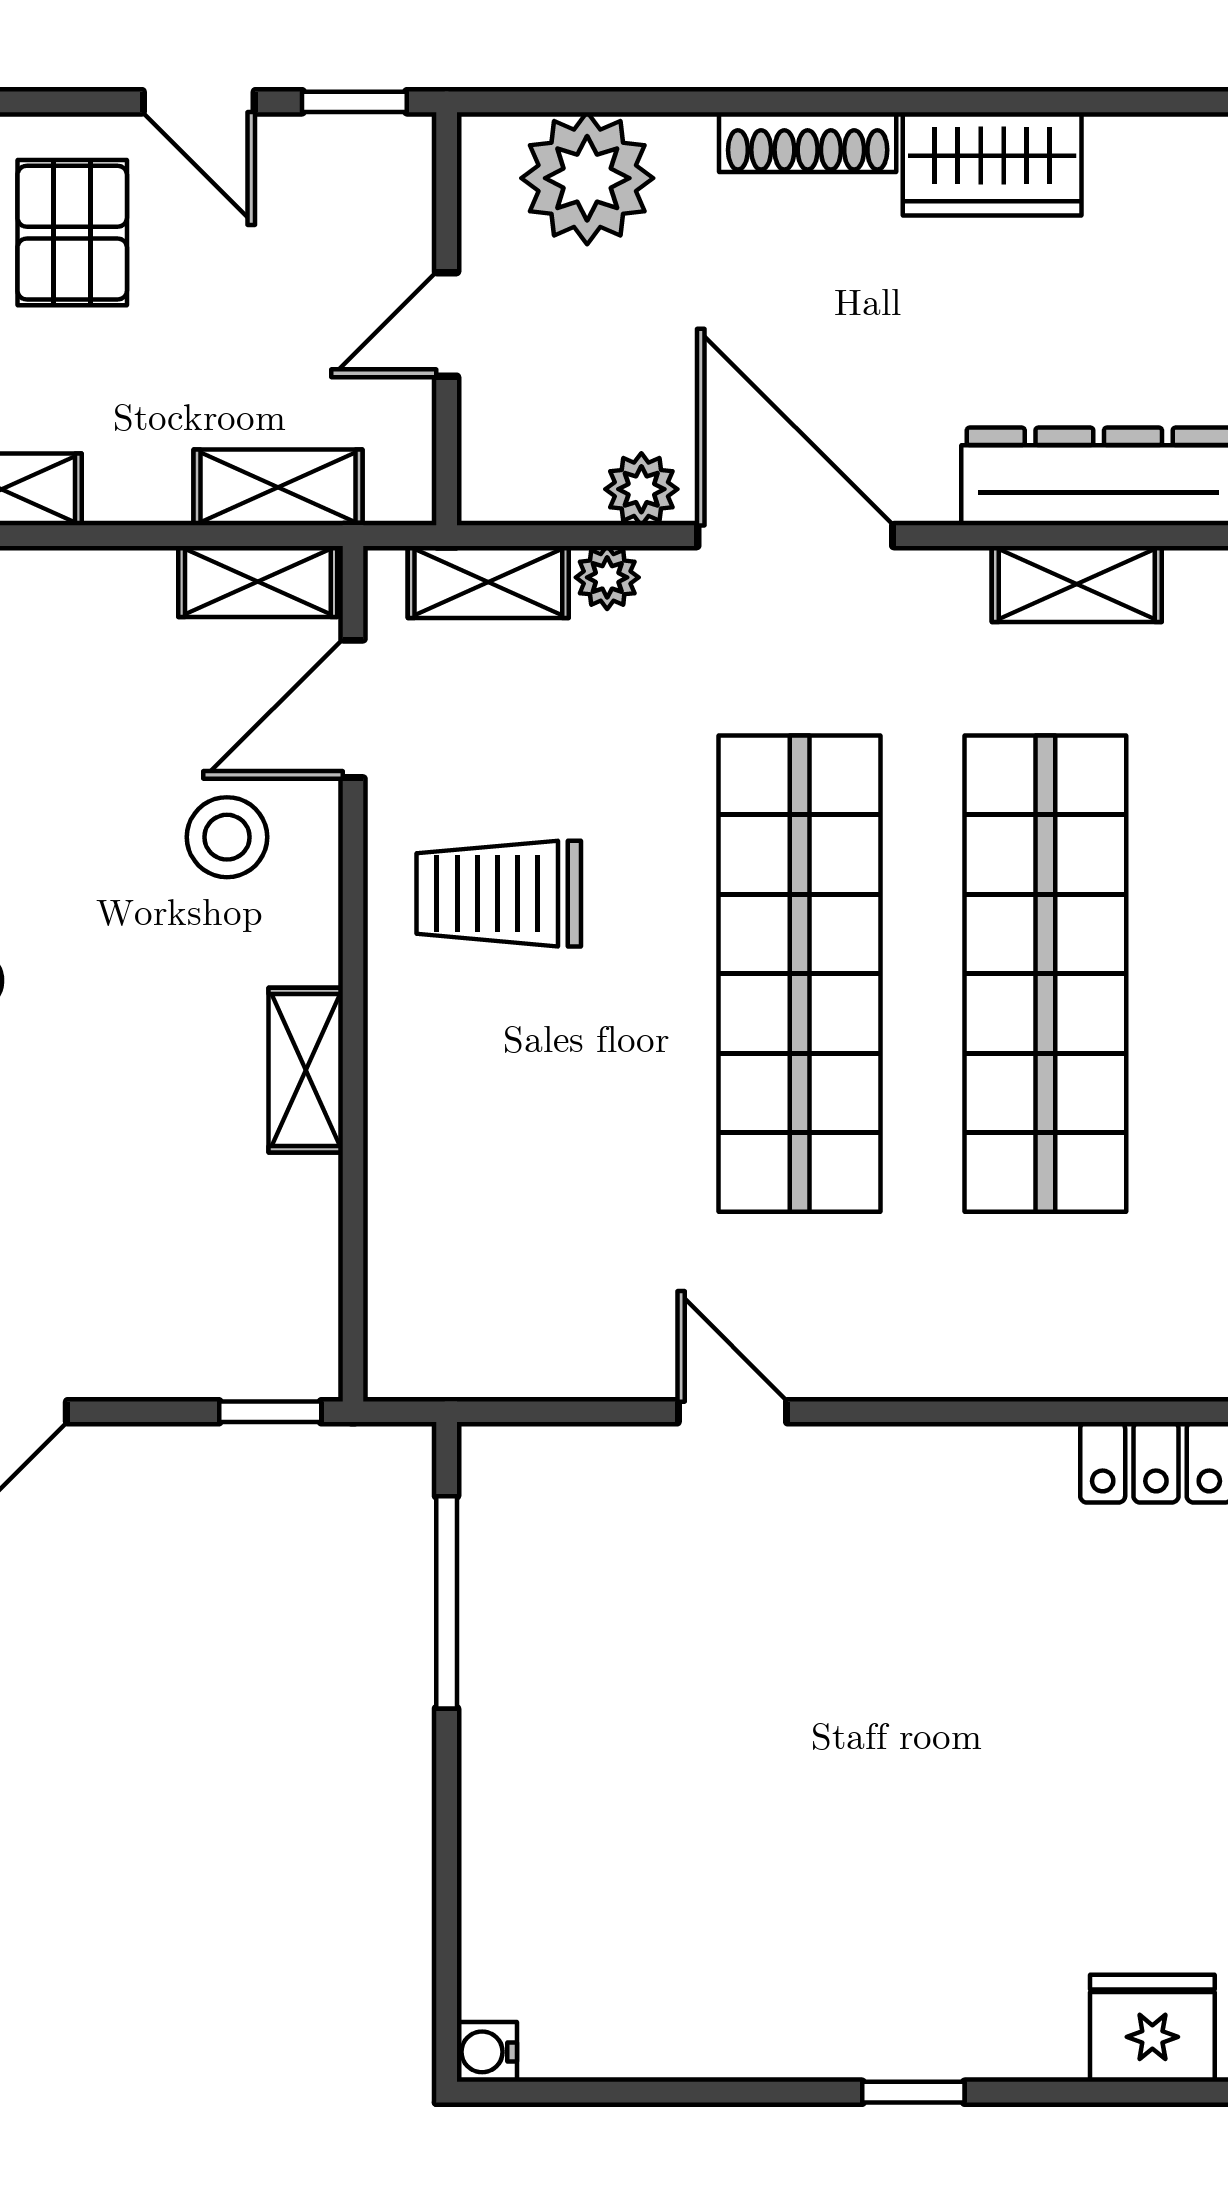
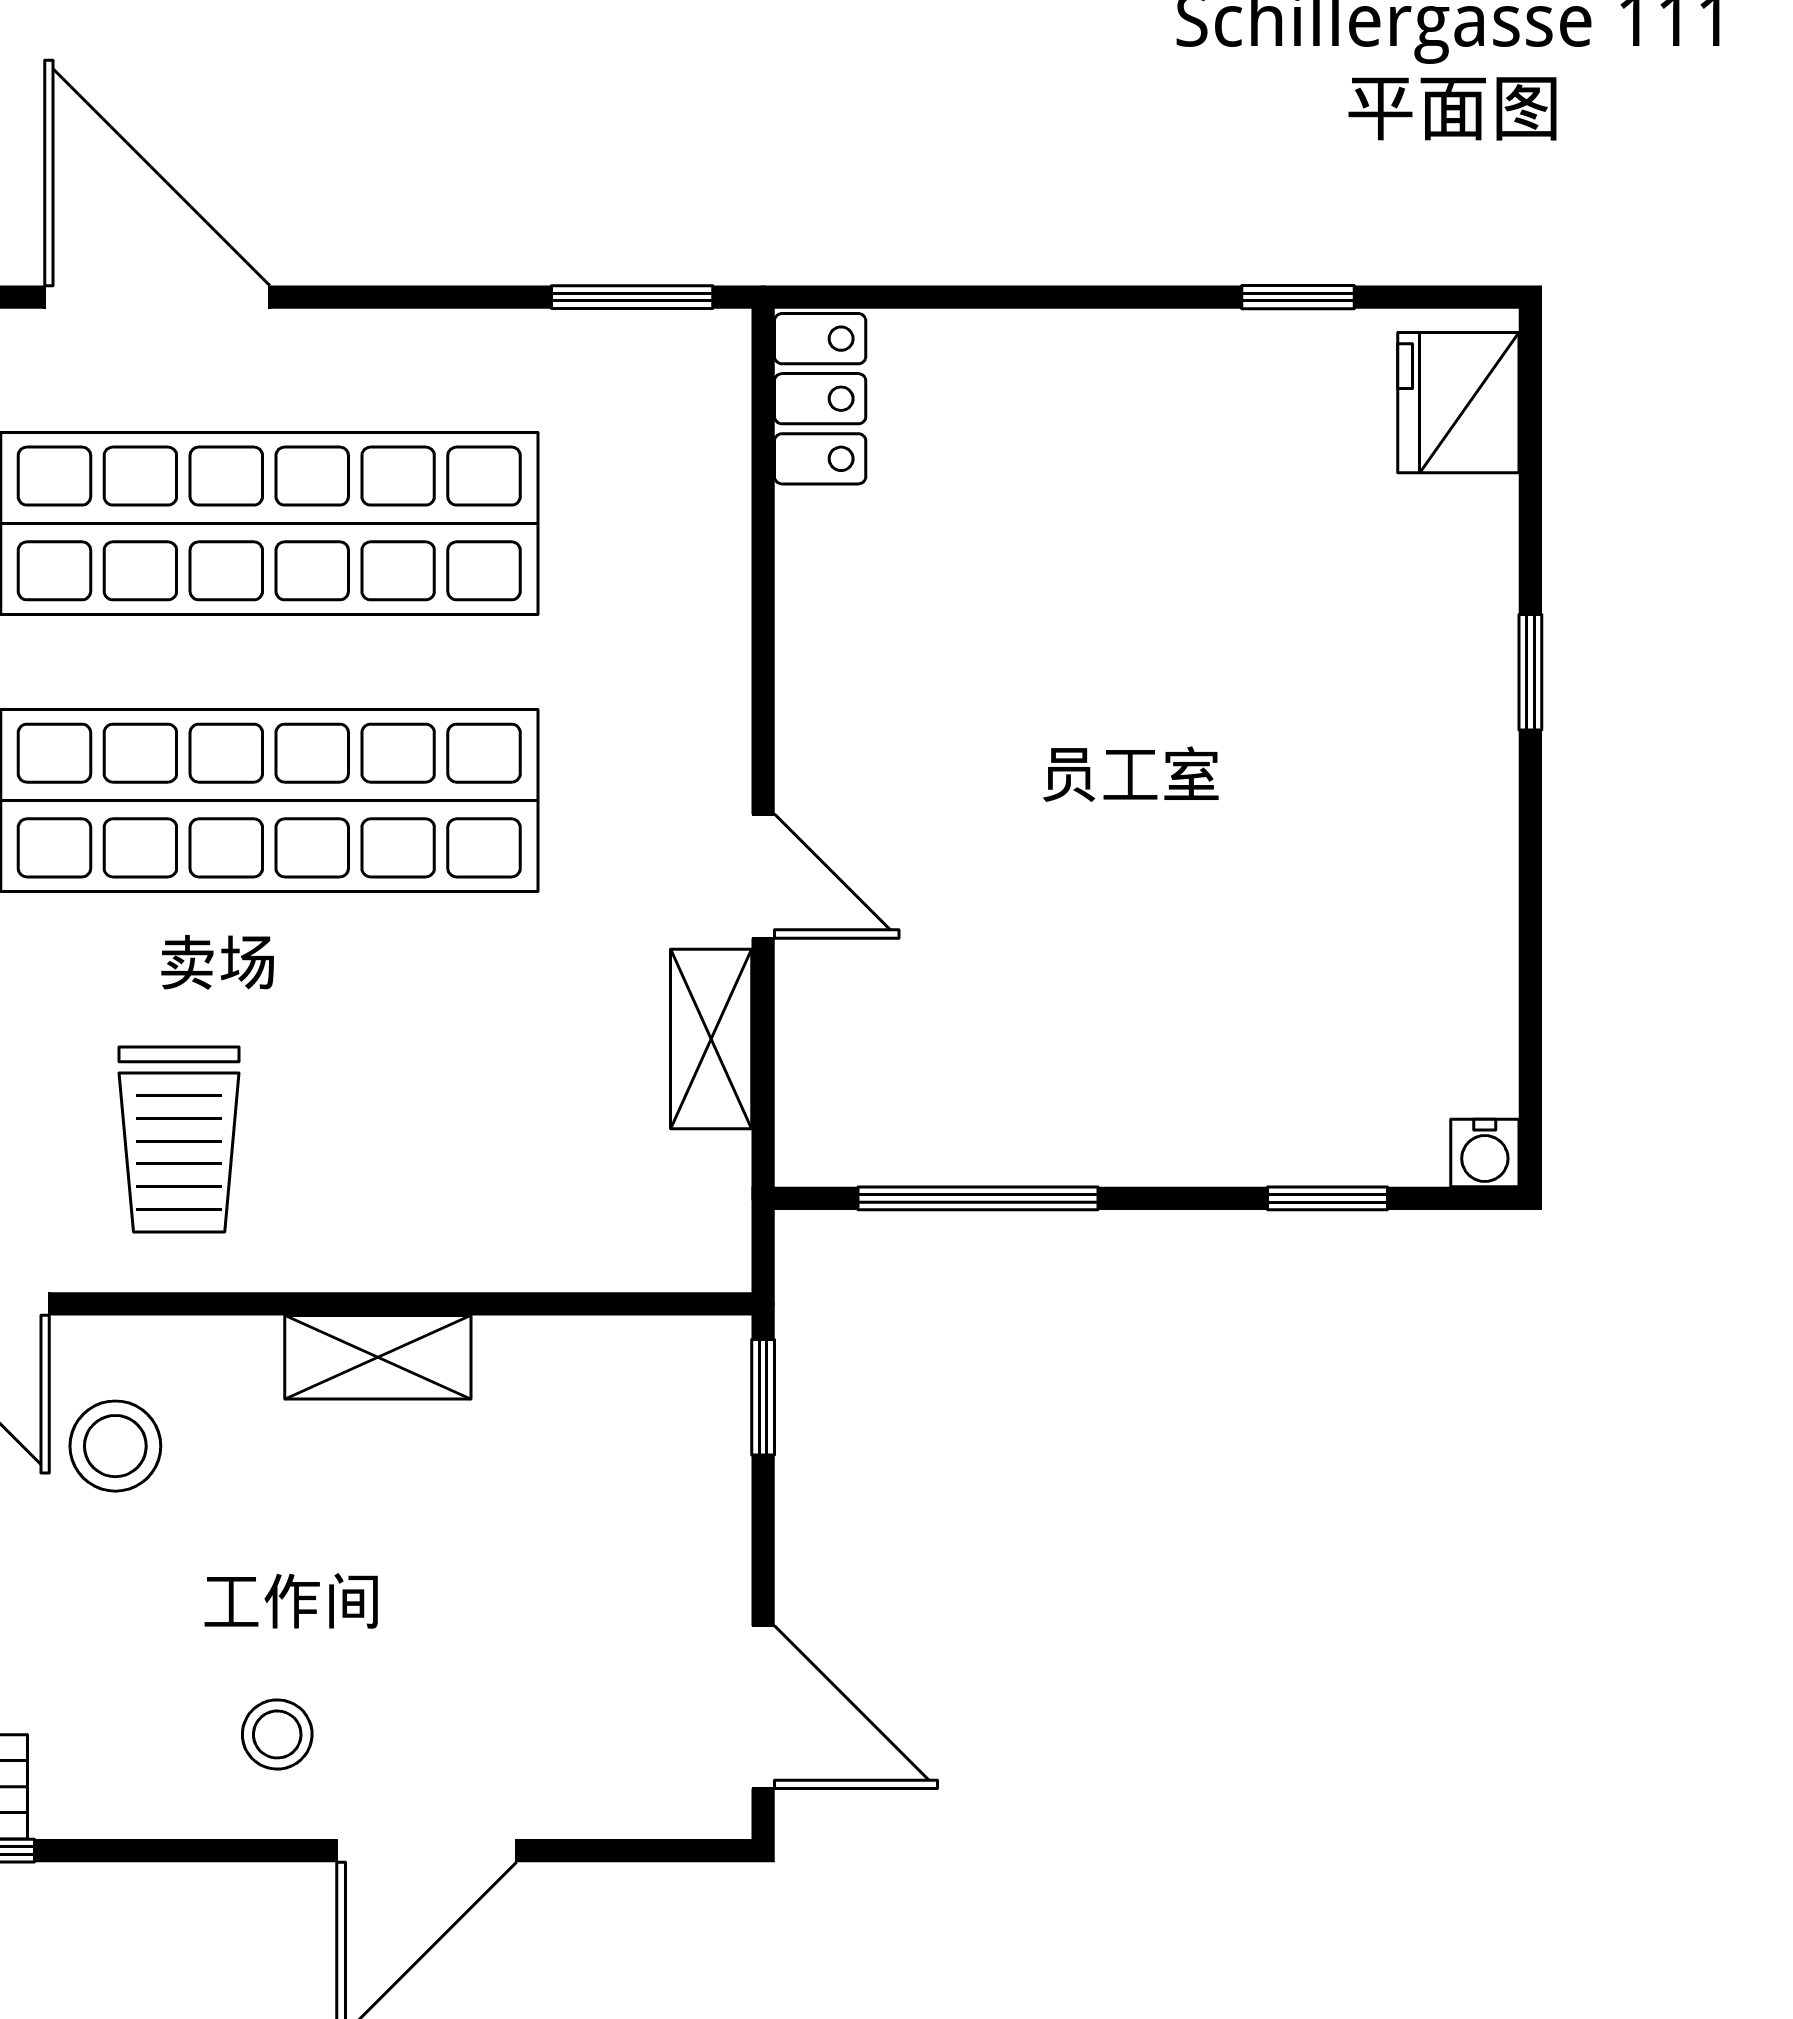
shelving: (588, 1366) -> (711, 1039), added
door: (732, 1412) -> (763, 876), swing flipped
window: (447, 1912) -> (1327, 1198), added

